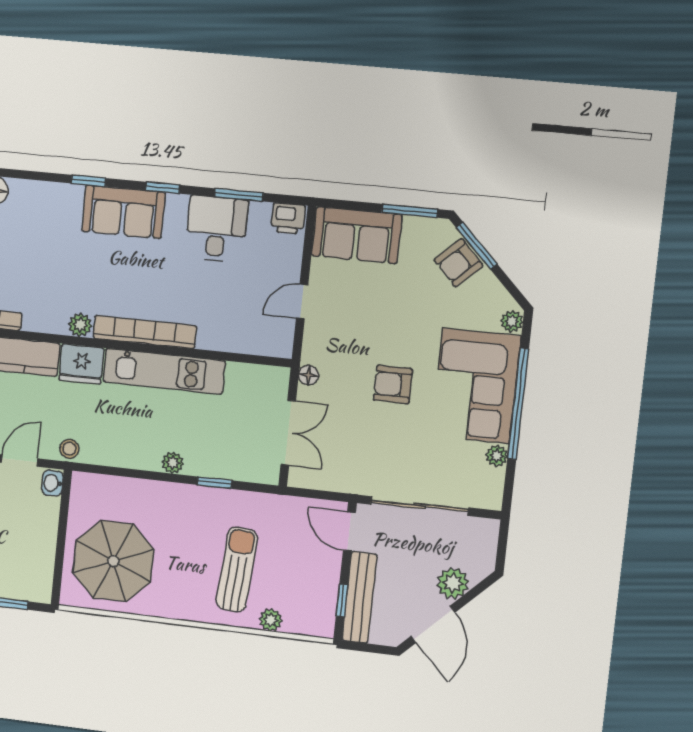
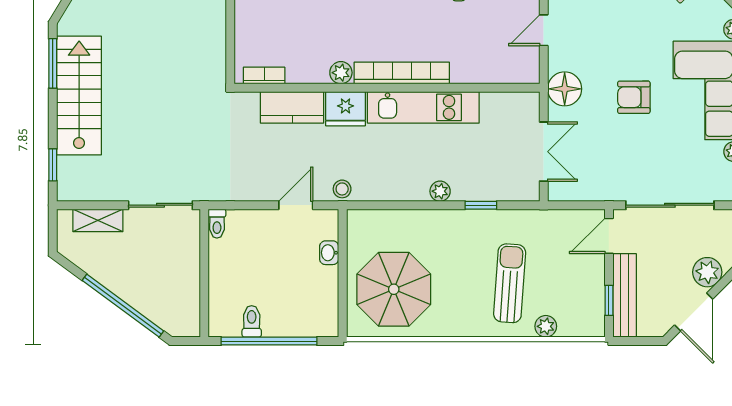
floor lamp: (309, 375) -> (565, 89), width x1.89, depth x1.89
washbasin: (52, 483) -> (329, 253), moved
door: (349, 531) -> (609, 236), hinge flipped

